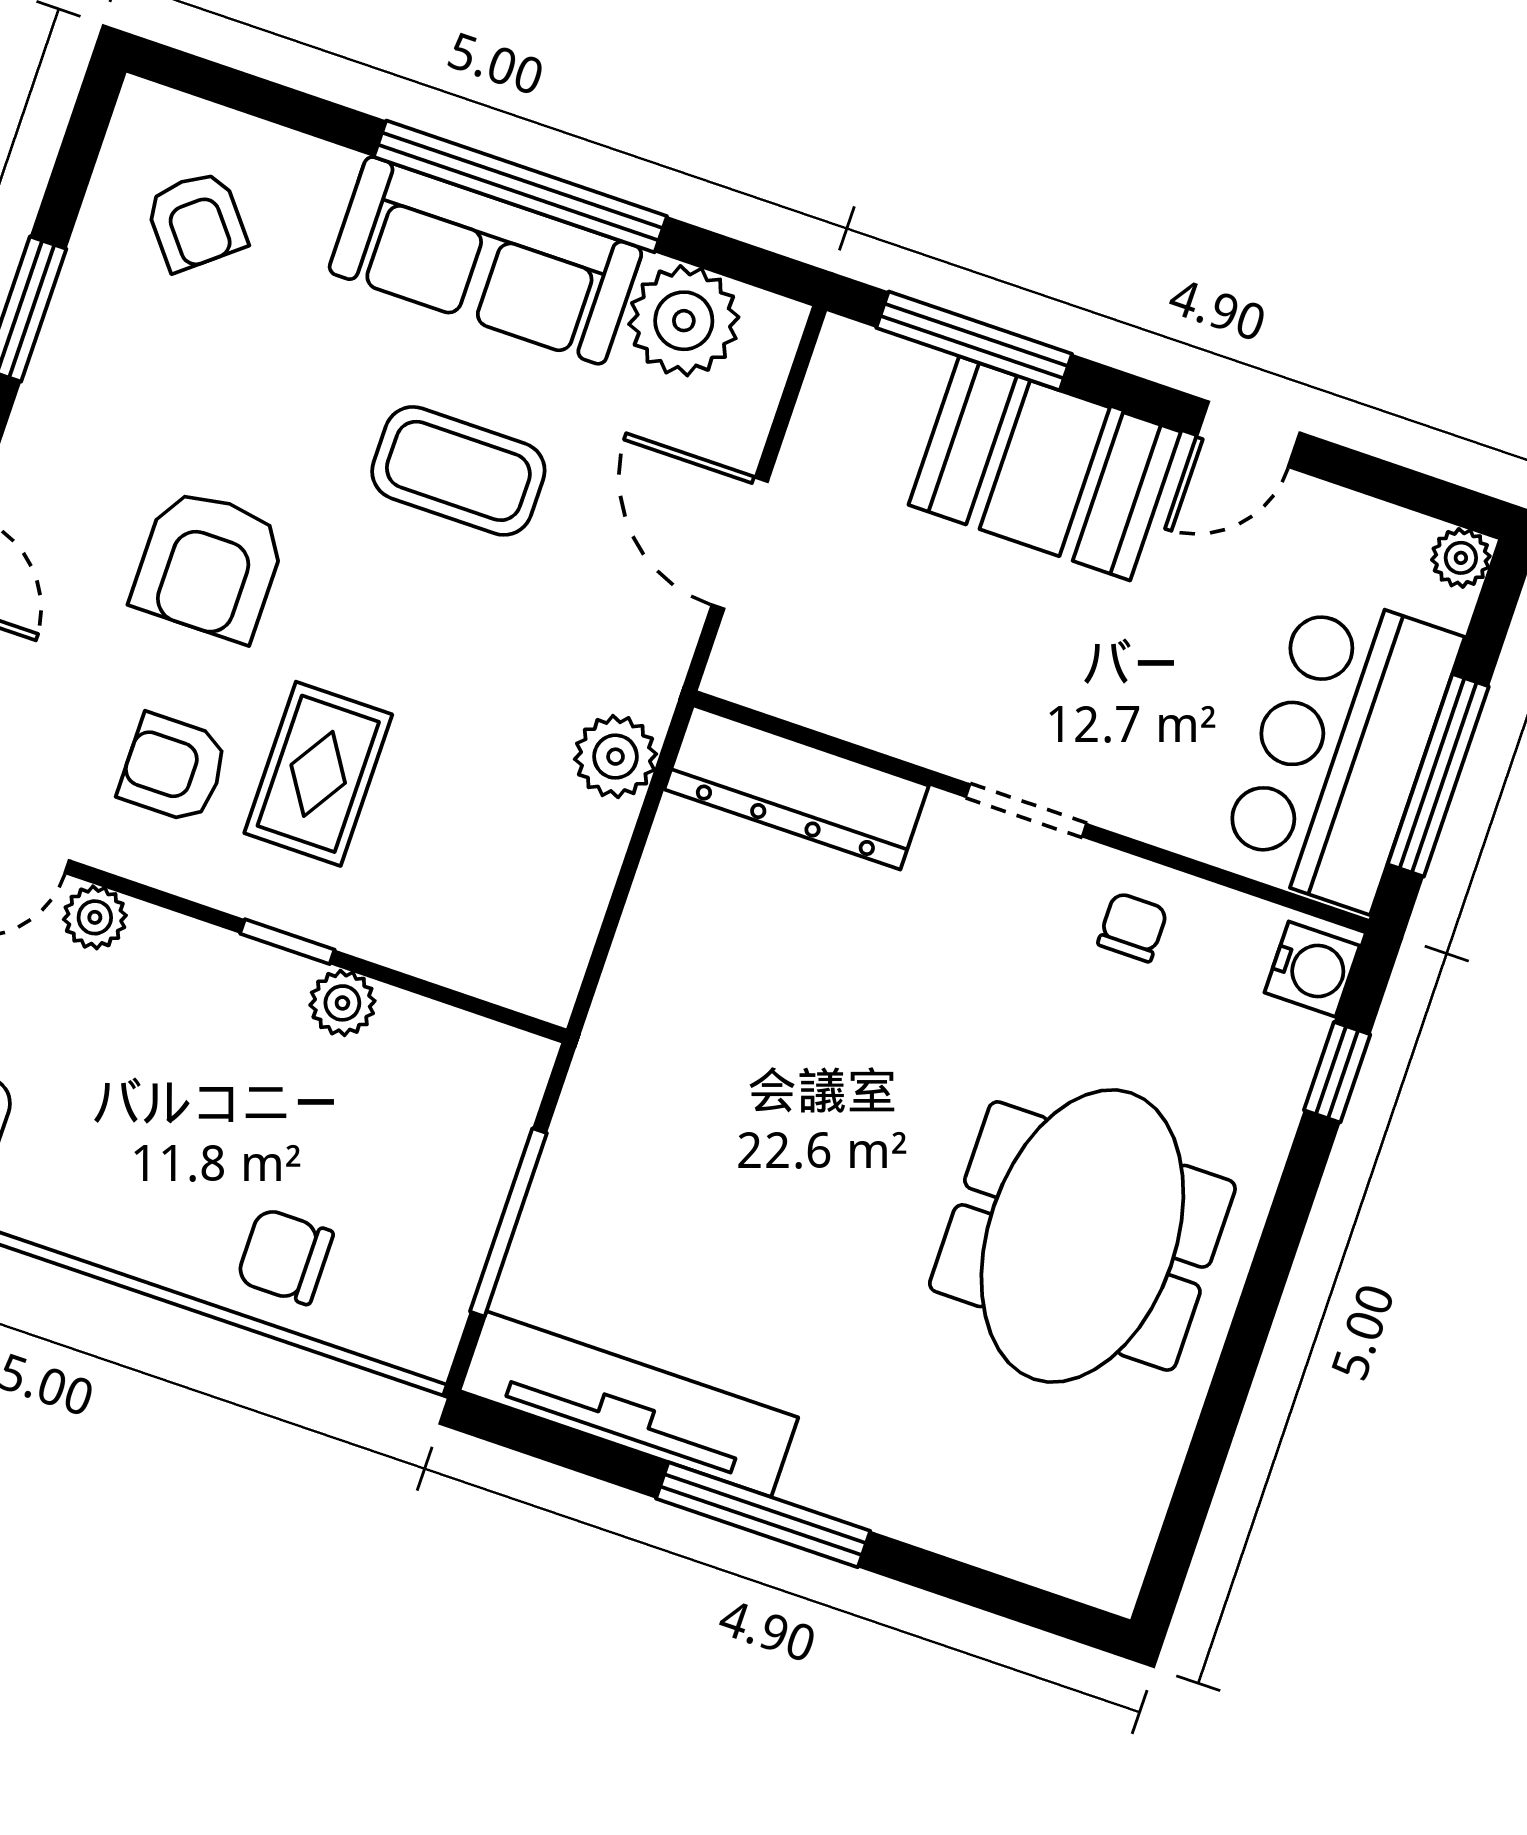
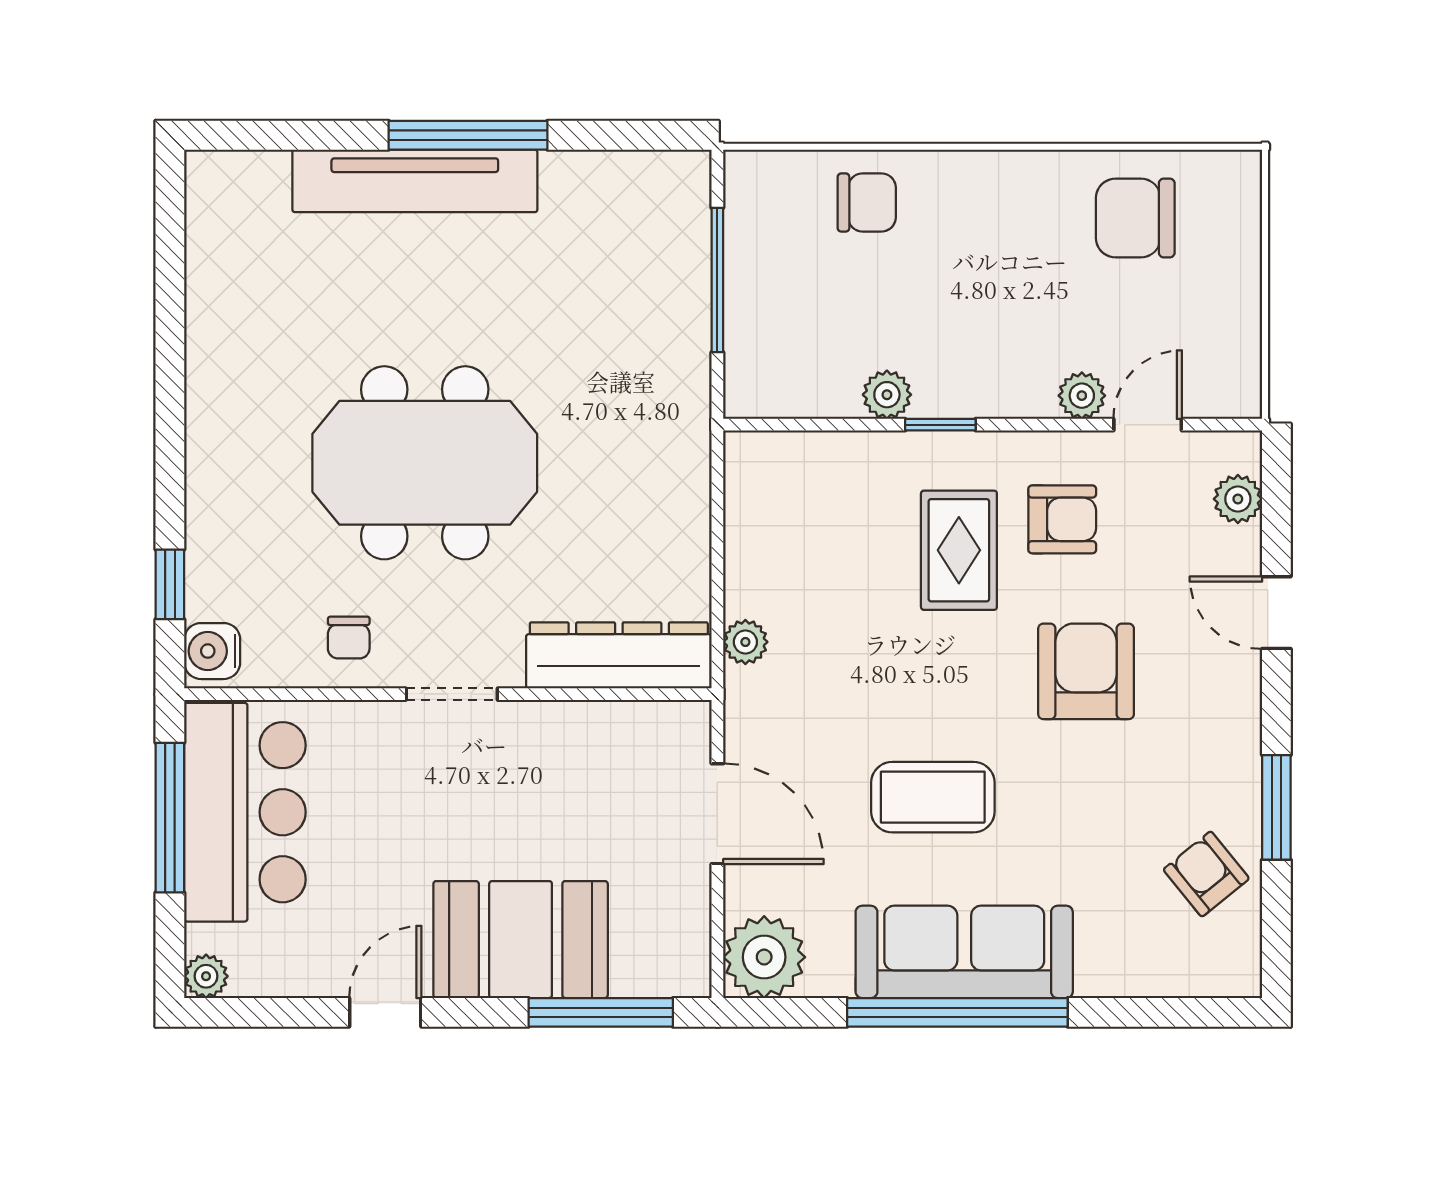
armchair: (196, 221) -> (1206, 874), moved
plant: (684, 321) -> (764, 957), moved
plant: (616, 757) -> (745, 642), width x0.73, depth x0.73
meeting table: (1082, 1236) -> (425, 463), moved, turned 90
tv unit: (629, 1404) -> (415, 181), moved

